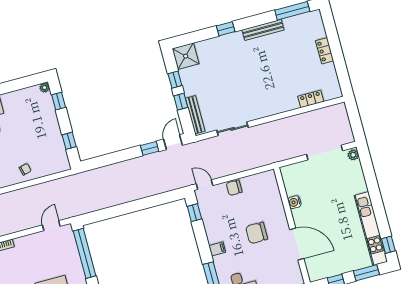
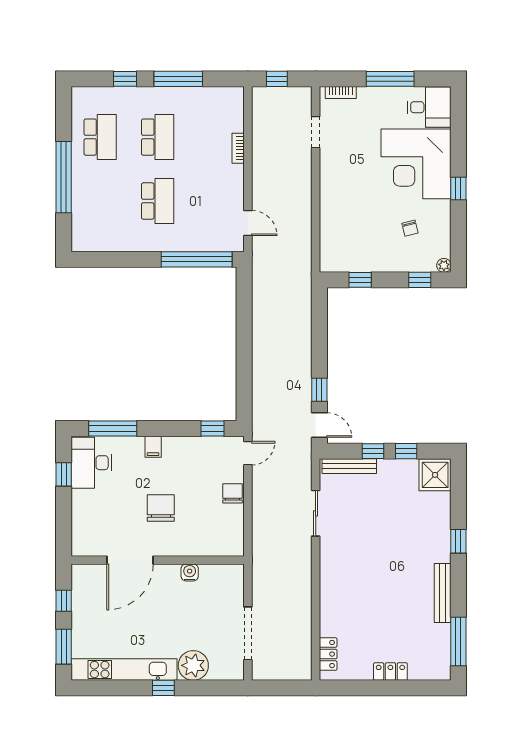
locker: (311, 99) -> (328, 654), moved
plant: (353, 155) -> (193, 665), moved, width x1.87, depth x1.87
chair: (25, 169) -> (410, 228), moved
window: (388, 245) -> (163, 688), moved

